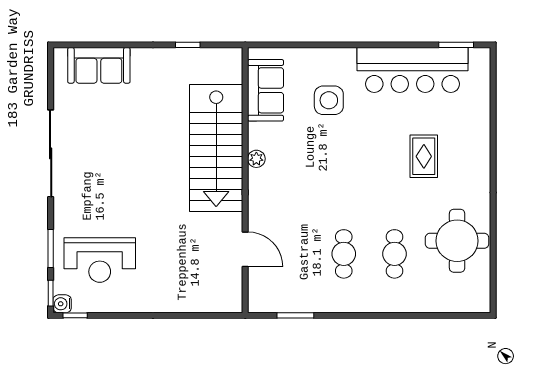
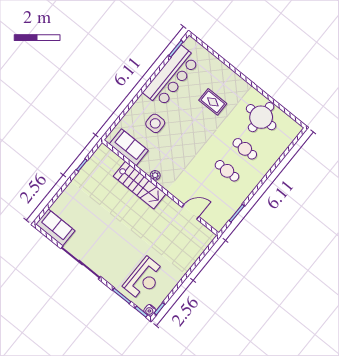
sofa: (99, 65) -> (55, 227), moved, turned -90
stairs: (216, 148) -> (140, 185), width x0.73, depth x0.66

